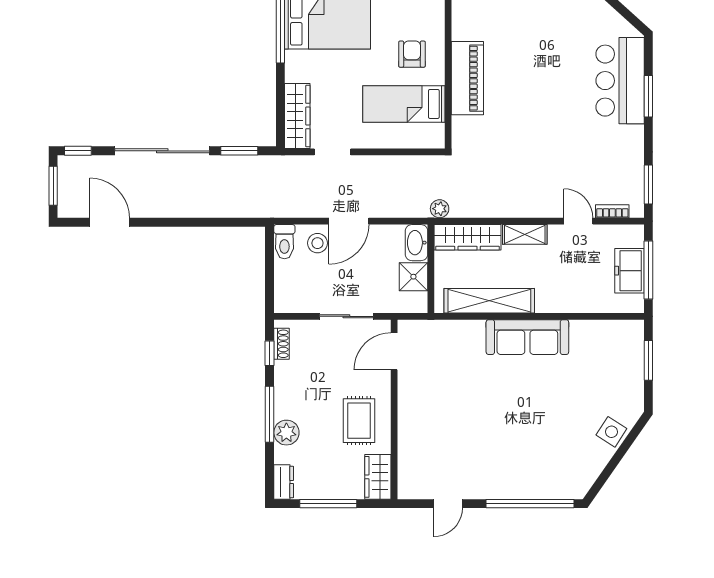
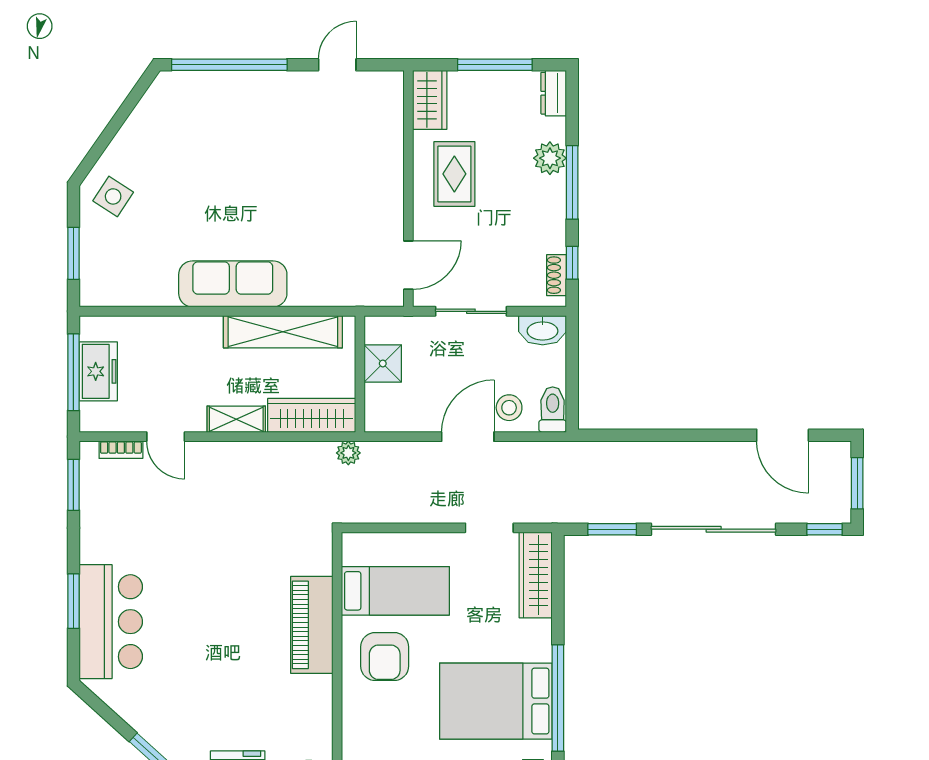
armchair: (412, 54) -> (385, 657), width x1.38, depth x1.38
washbasin: (416, 243) -> (543, 330), moved, turned 90
side table: (611, 432) -> (113, 196), moved

